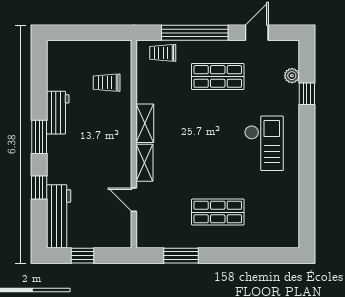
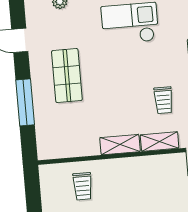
window: (195, 33) -> (25, 102), width x0.68
trolley: (163, 53) -> (163, 100), moved

